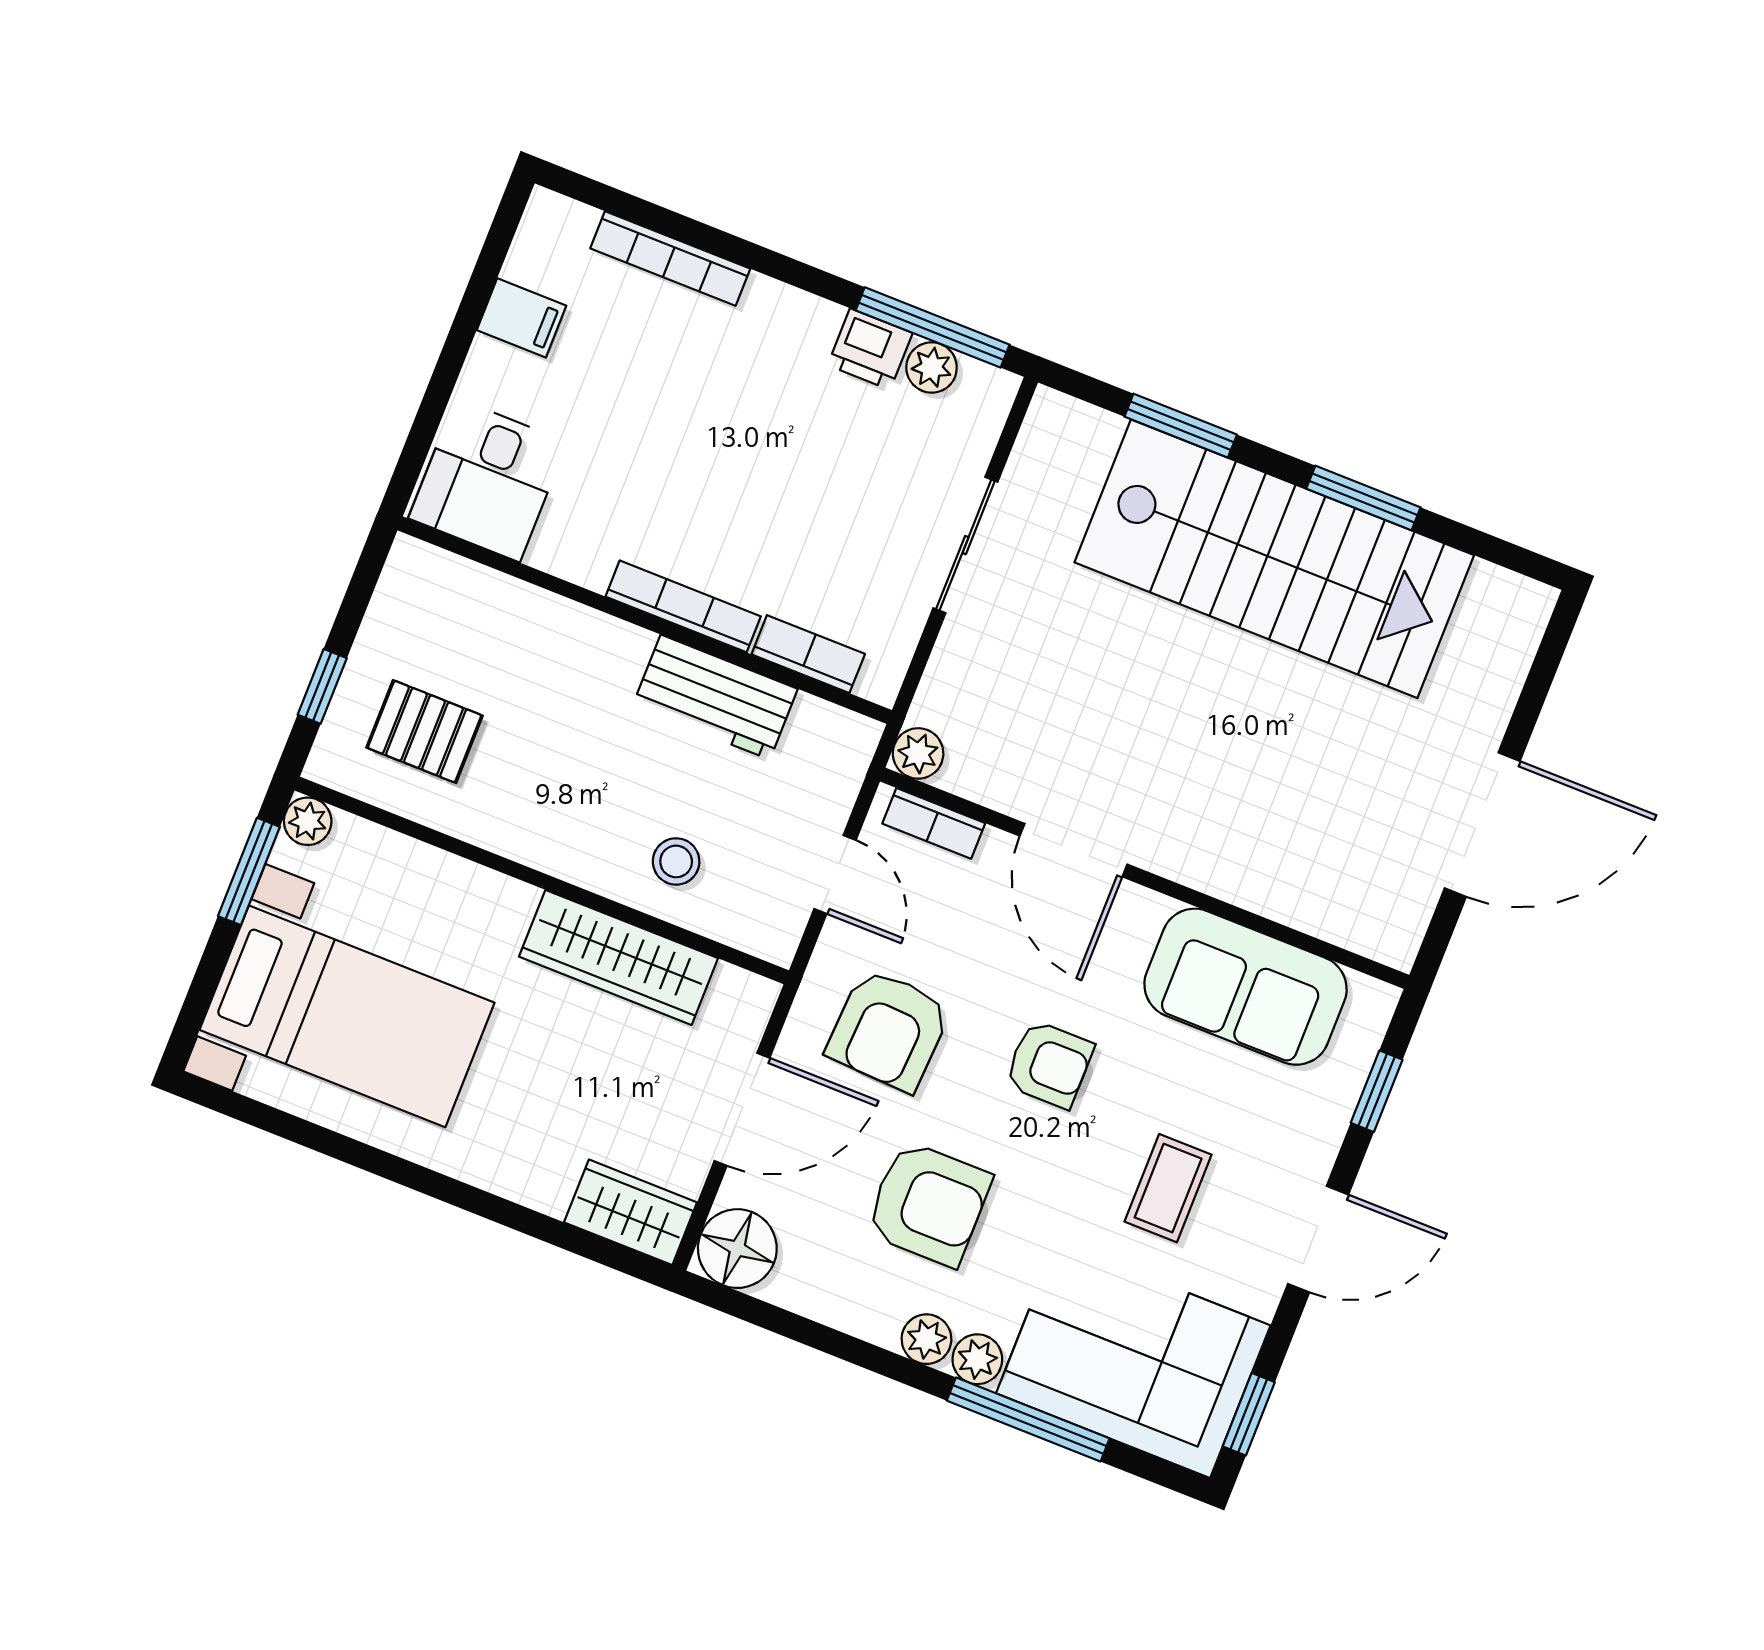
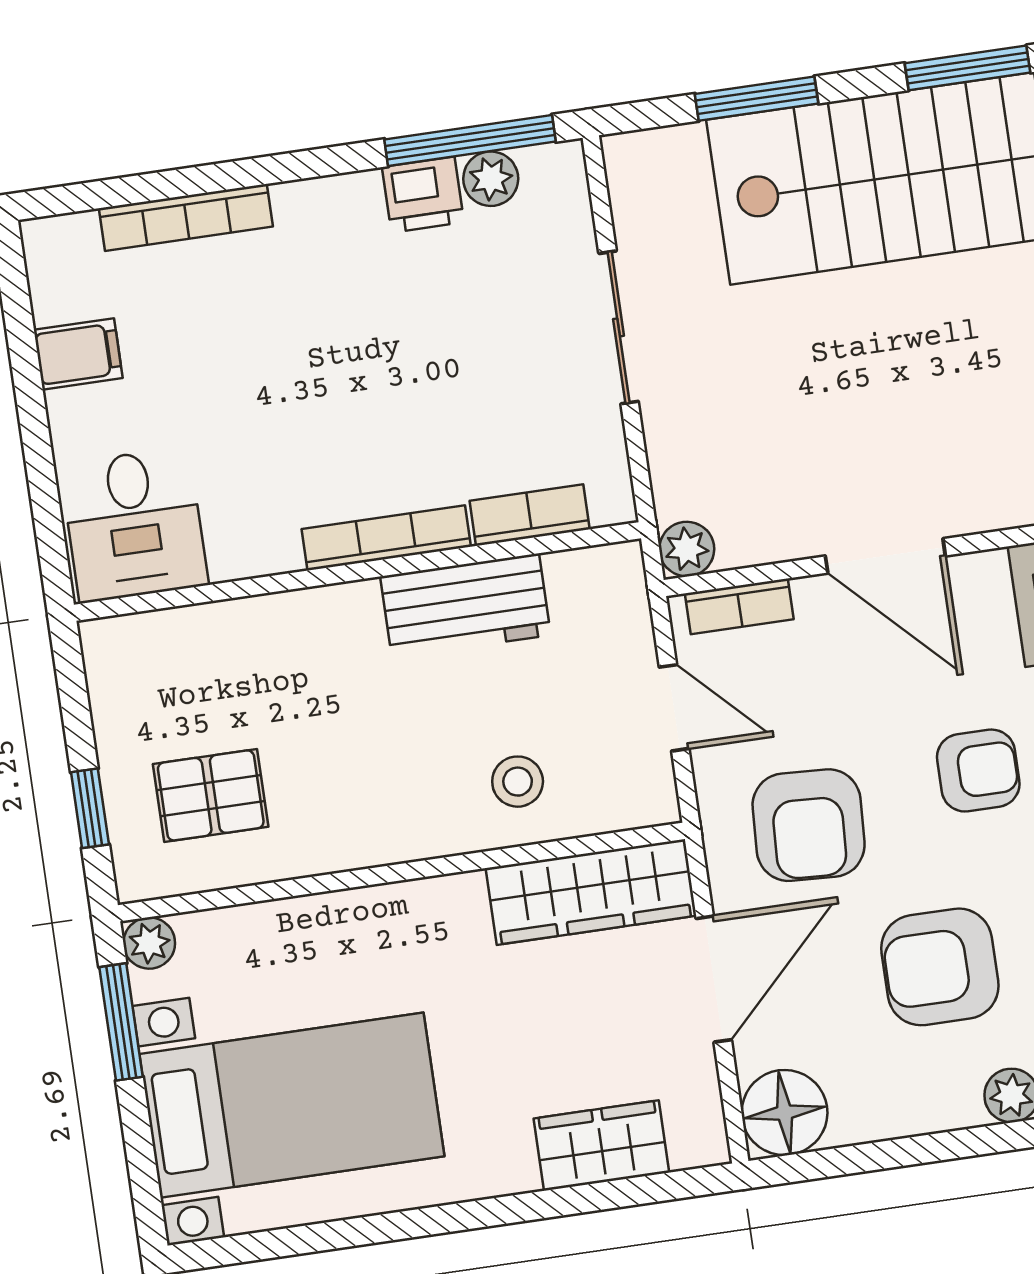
wardrobe: (619, 957) -> (591, 892), moved
armchair: (928, 1204) -> (940, 967), turned 180
wardrobe: (631, 1212) -> (601, 1145), moved

